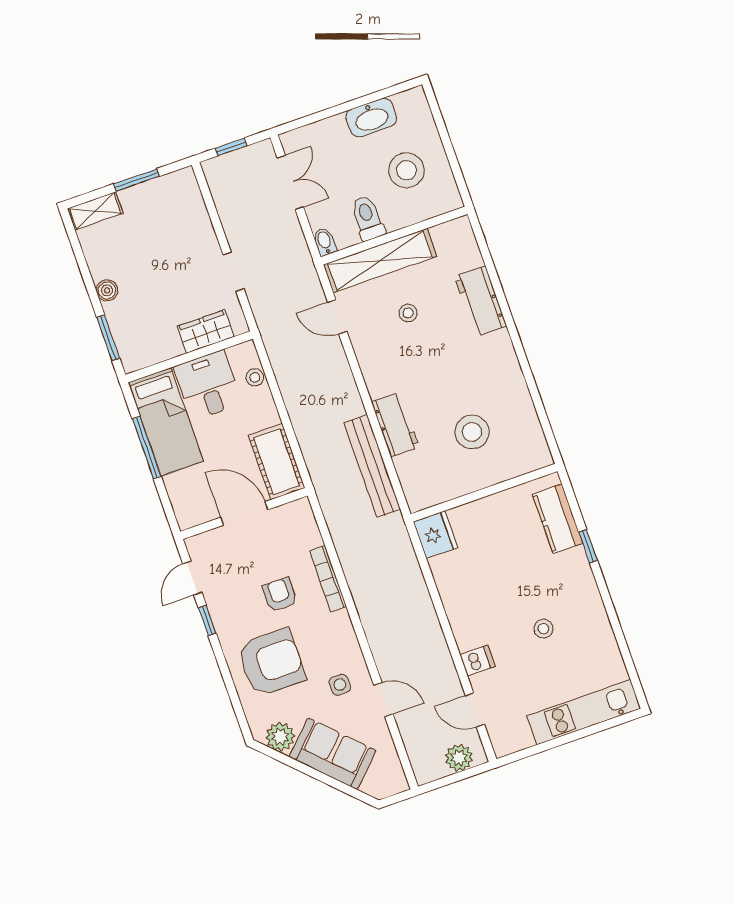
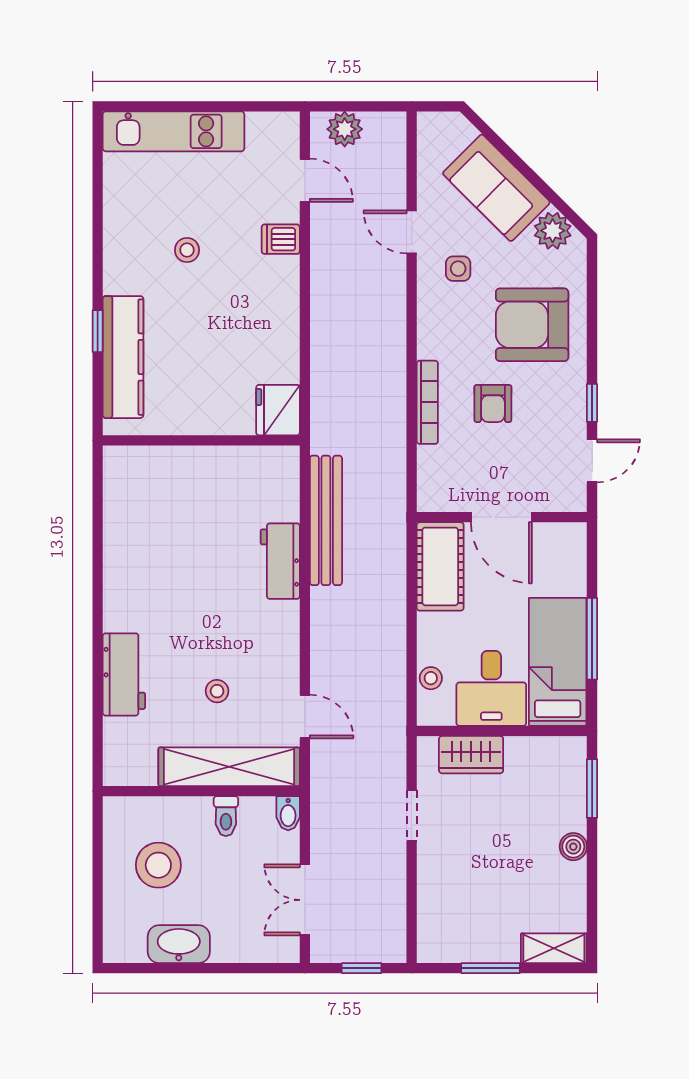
toilet: (368, 218) -> (226, 816), width x0.73, depth x0.72
stool: (472, 432) -> (190, 519), removed
kitchen counter: (558, 519) -> (123, 357), width x1.50

